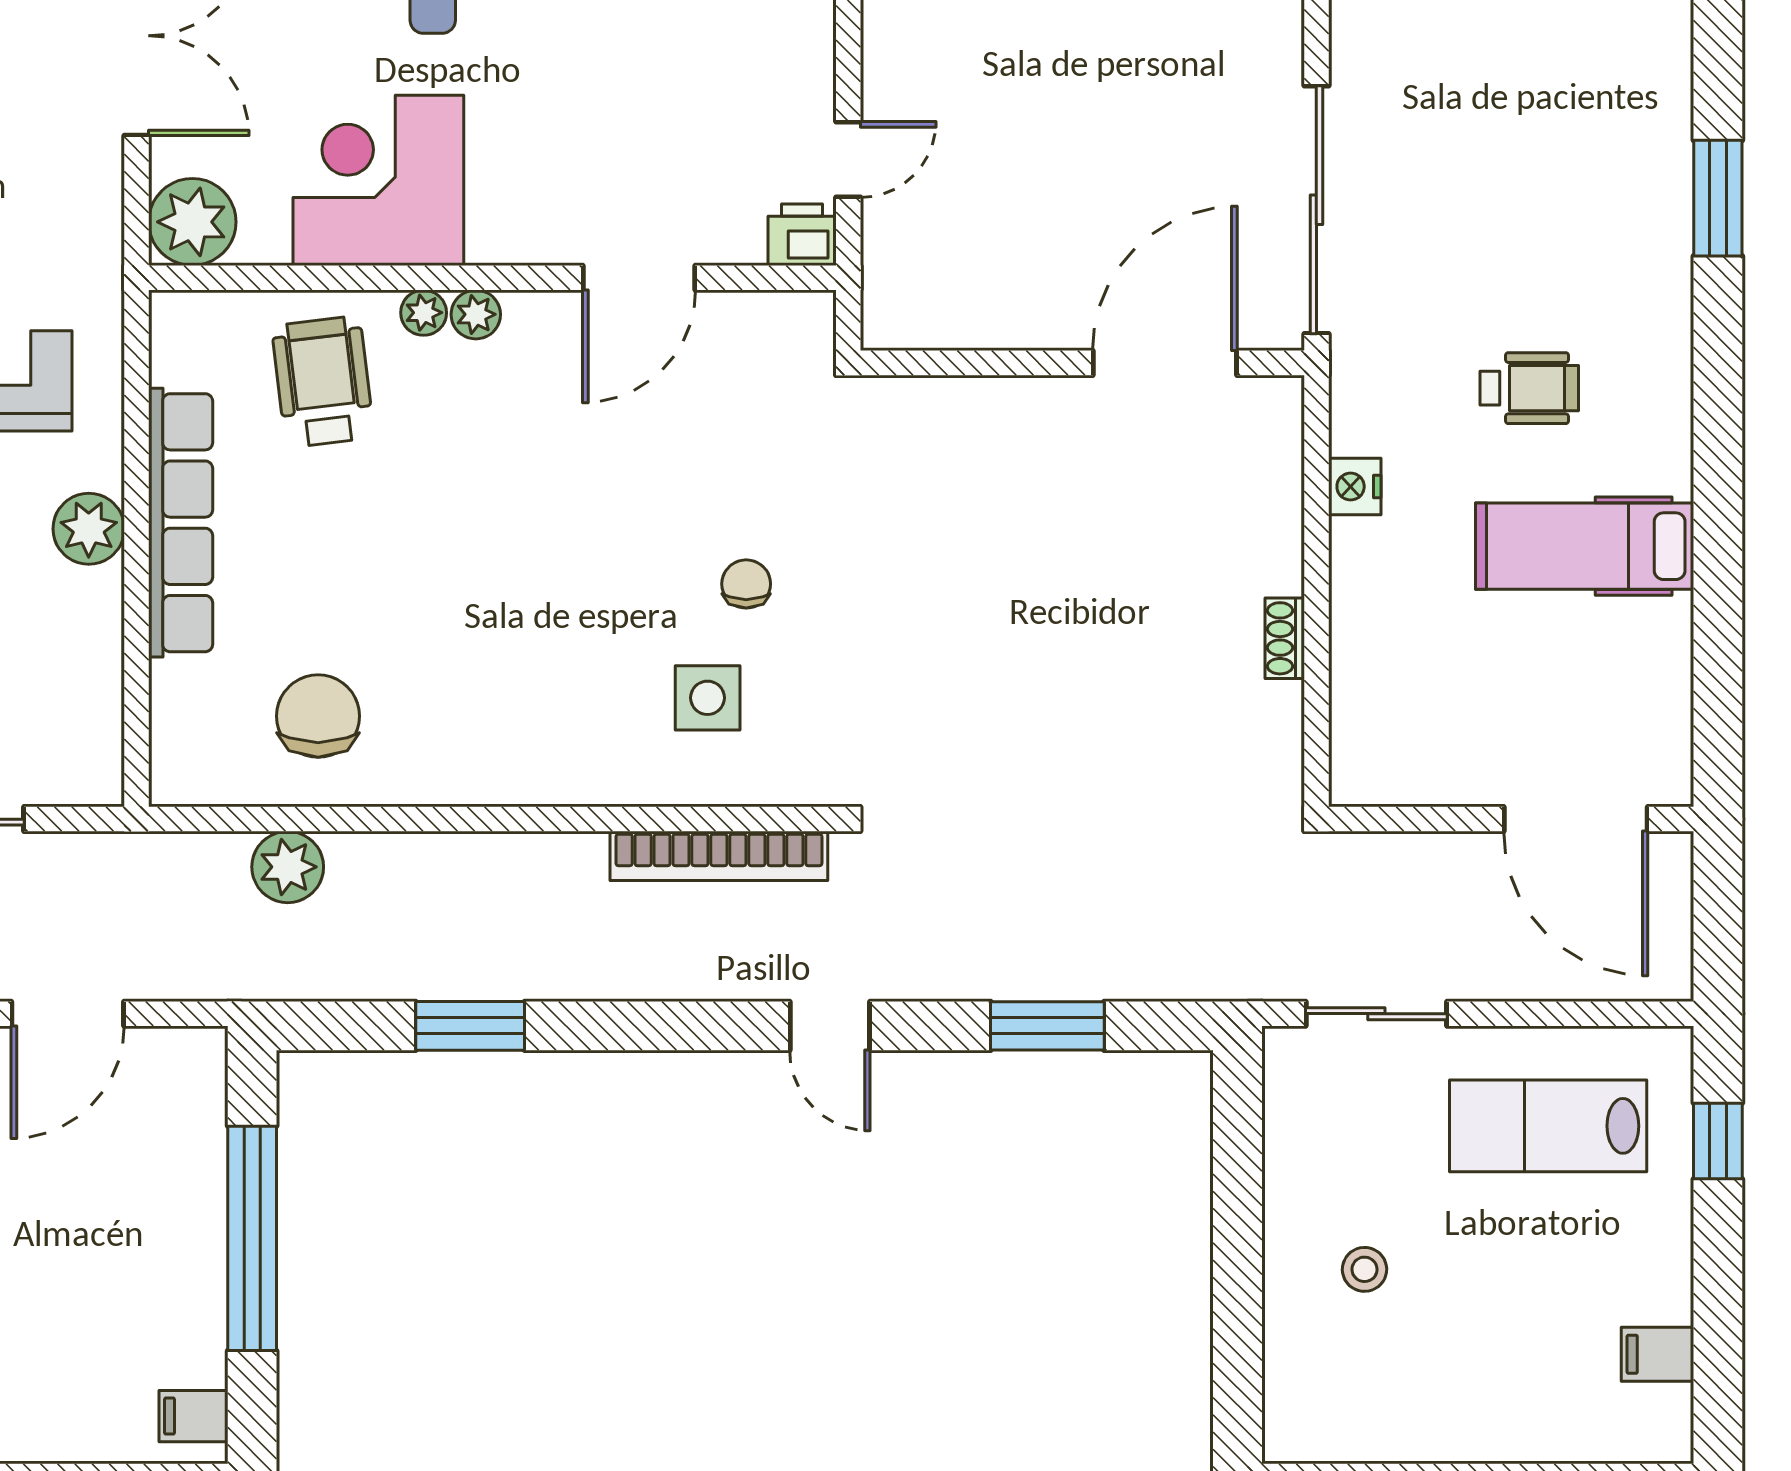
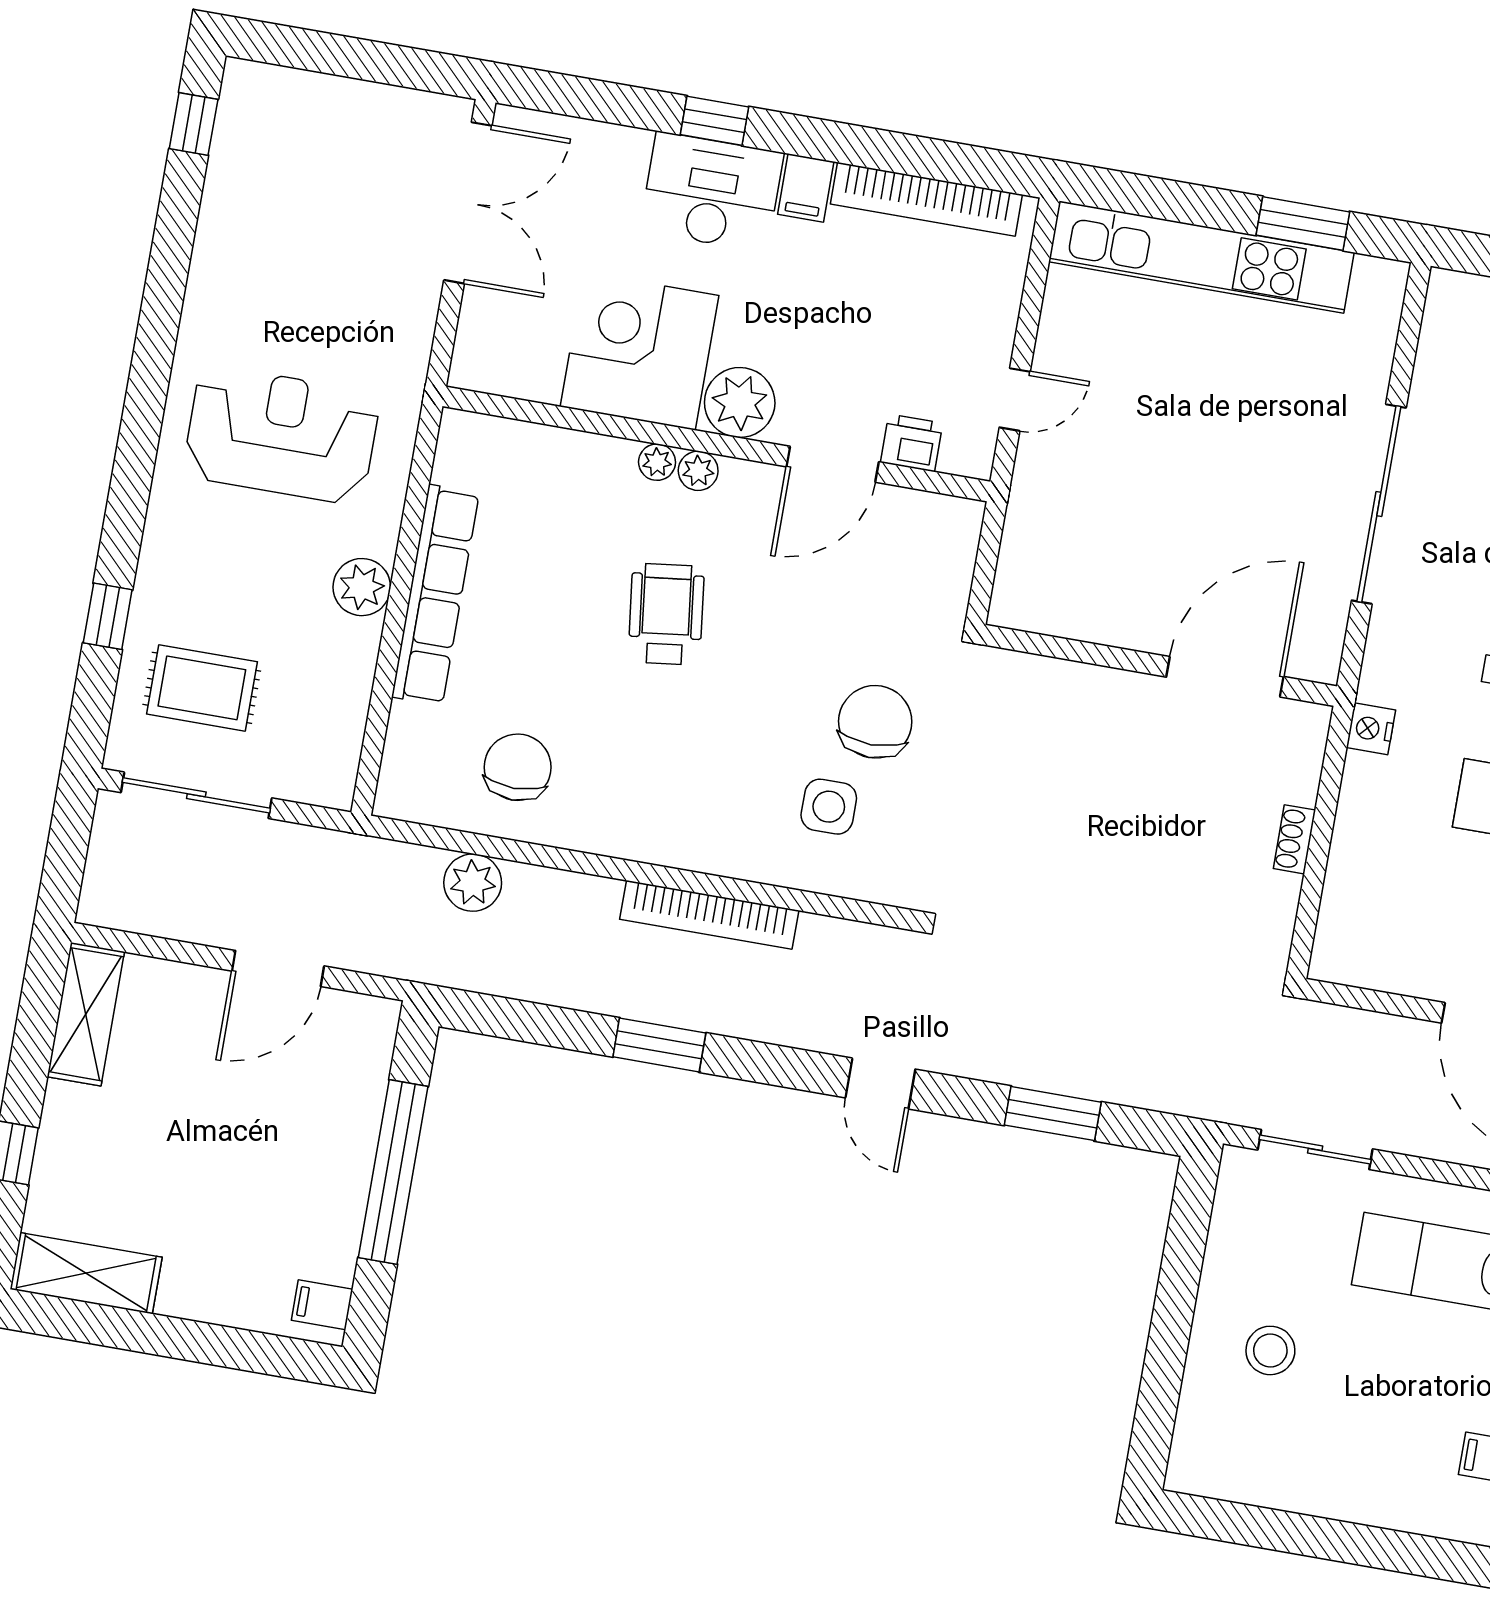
plant: (192, 222) -> (740, 402), moved
printer: (802, 235) -> (912, 443), moved
wall: (1082, 363) -> (1160, 665), moved
door: (1165, 363) -> (1225, 677), moved
wheelchair: (323, 382) -> (666, 614), moved
chair: (746, 584) -> (875, 722), width x1.87, depth x1.87
bookcase: (719, 856) -> (709, 915), moved
window: (470, 1026) -> (659, 1045), moved
stool: (1365, 1269) -> (1270, 1350), width x1.37, depth x1.37

